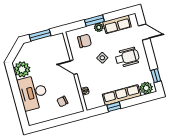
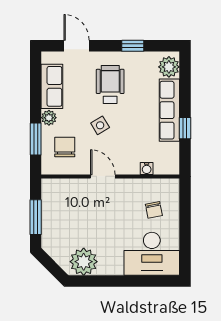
window: (94, 21) -> (36, 139), moved
door: (144, 32) -> (76, 46), hinge flipped
door: (74, 67) -> (103, 176), swing flipped
window: (156, 76) -> (133, 46), moved
desk: (33, 93) -> (152, 254), moved

